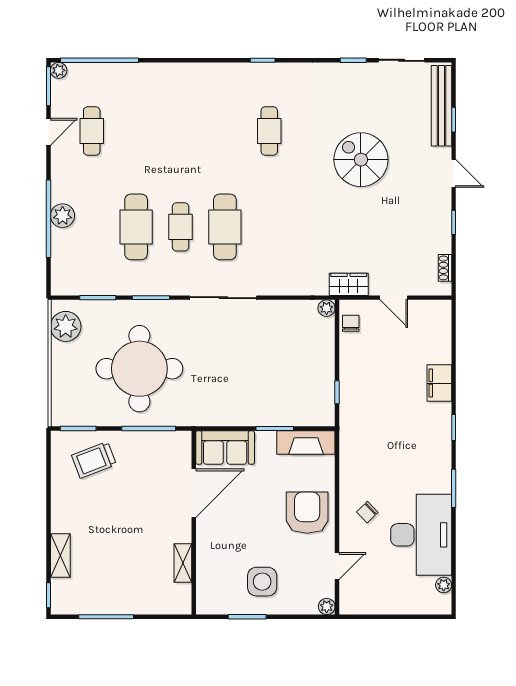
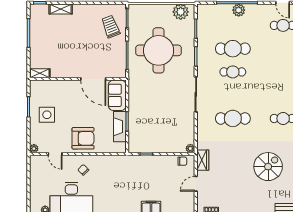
cafe table: (225, 227) -> (233, 118), moved
fireplace: (306, 443) -> (120, 127), moved
shelving: (183, 563) -> (40, 73), moved

